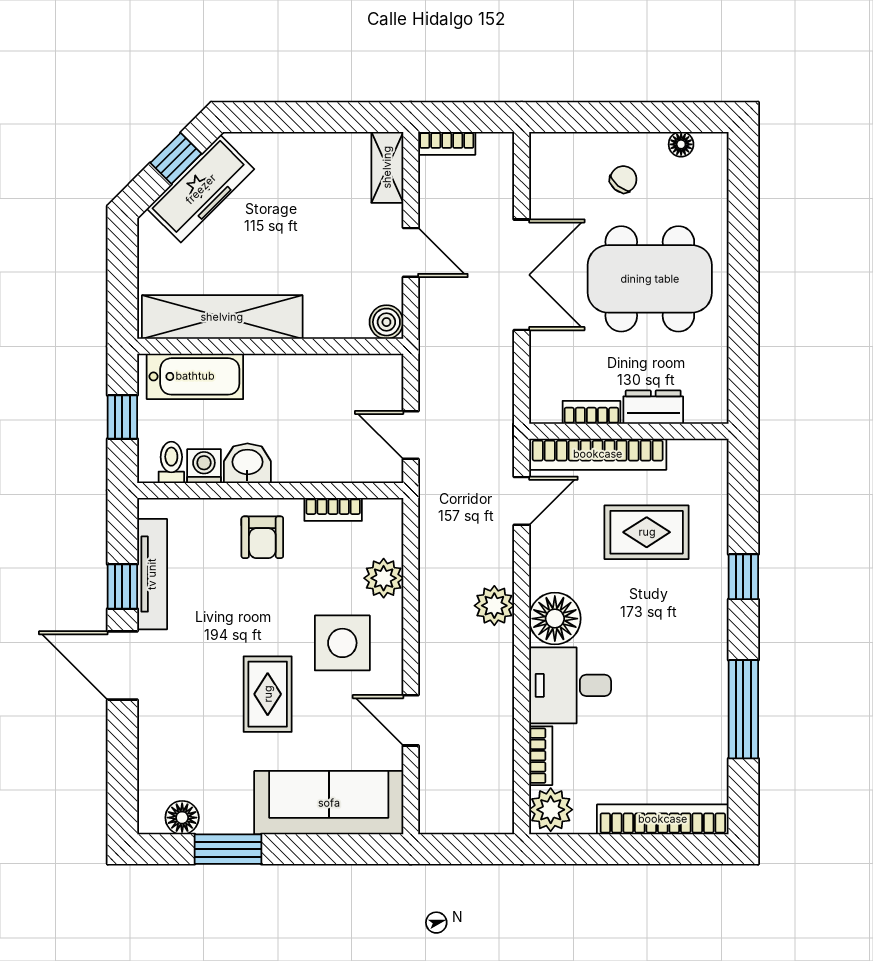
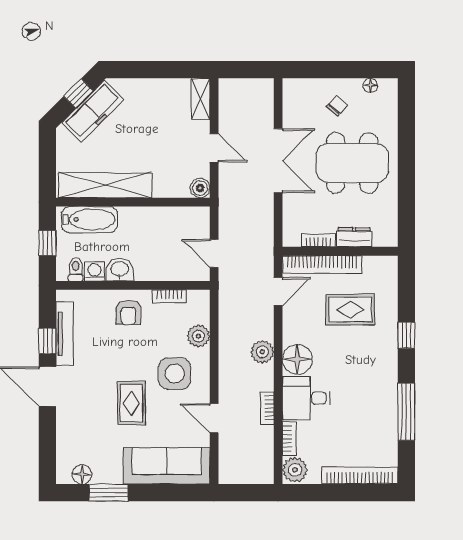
bookcase: (447, 143) -> (267, 408), moved, turned 90

